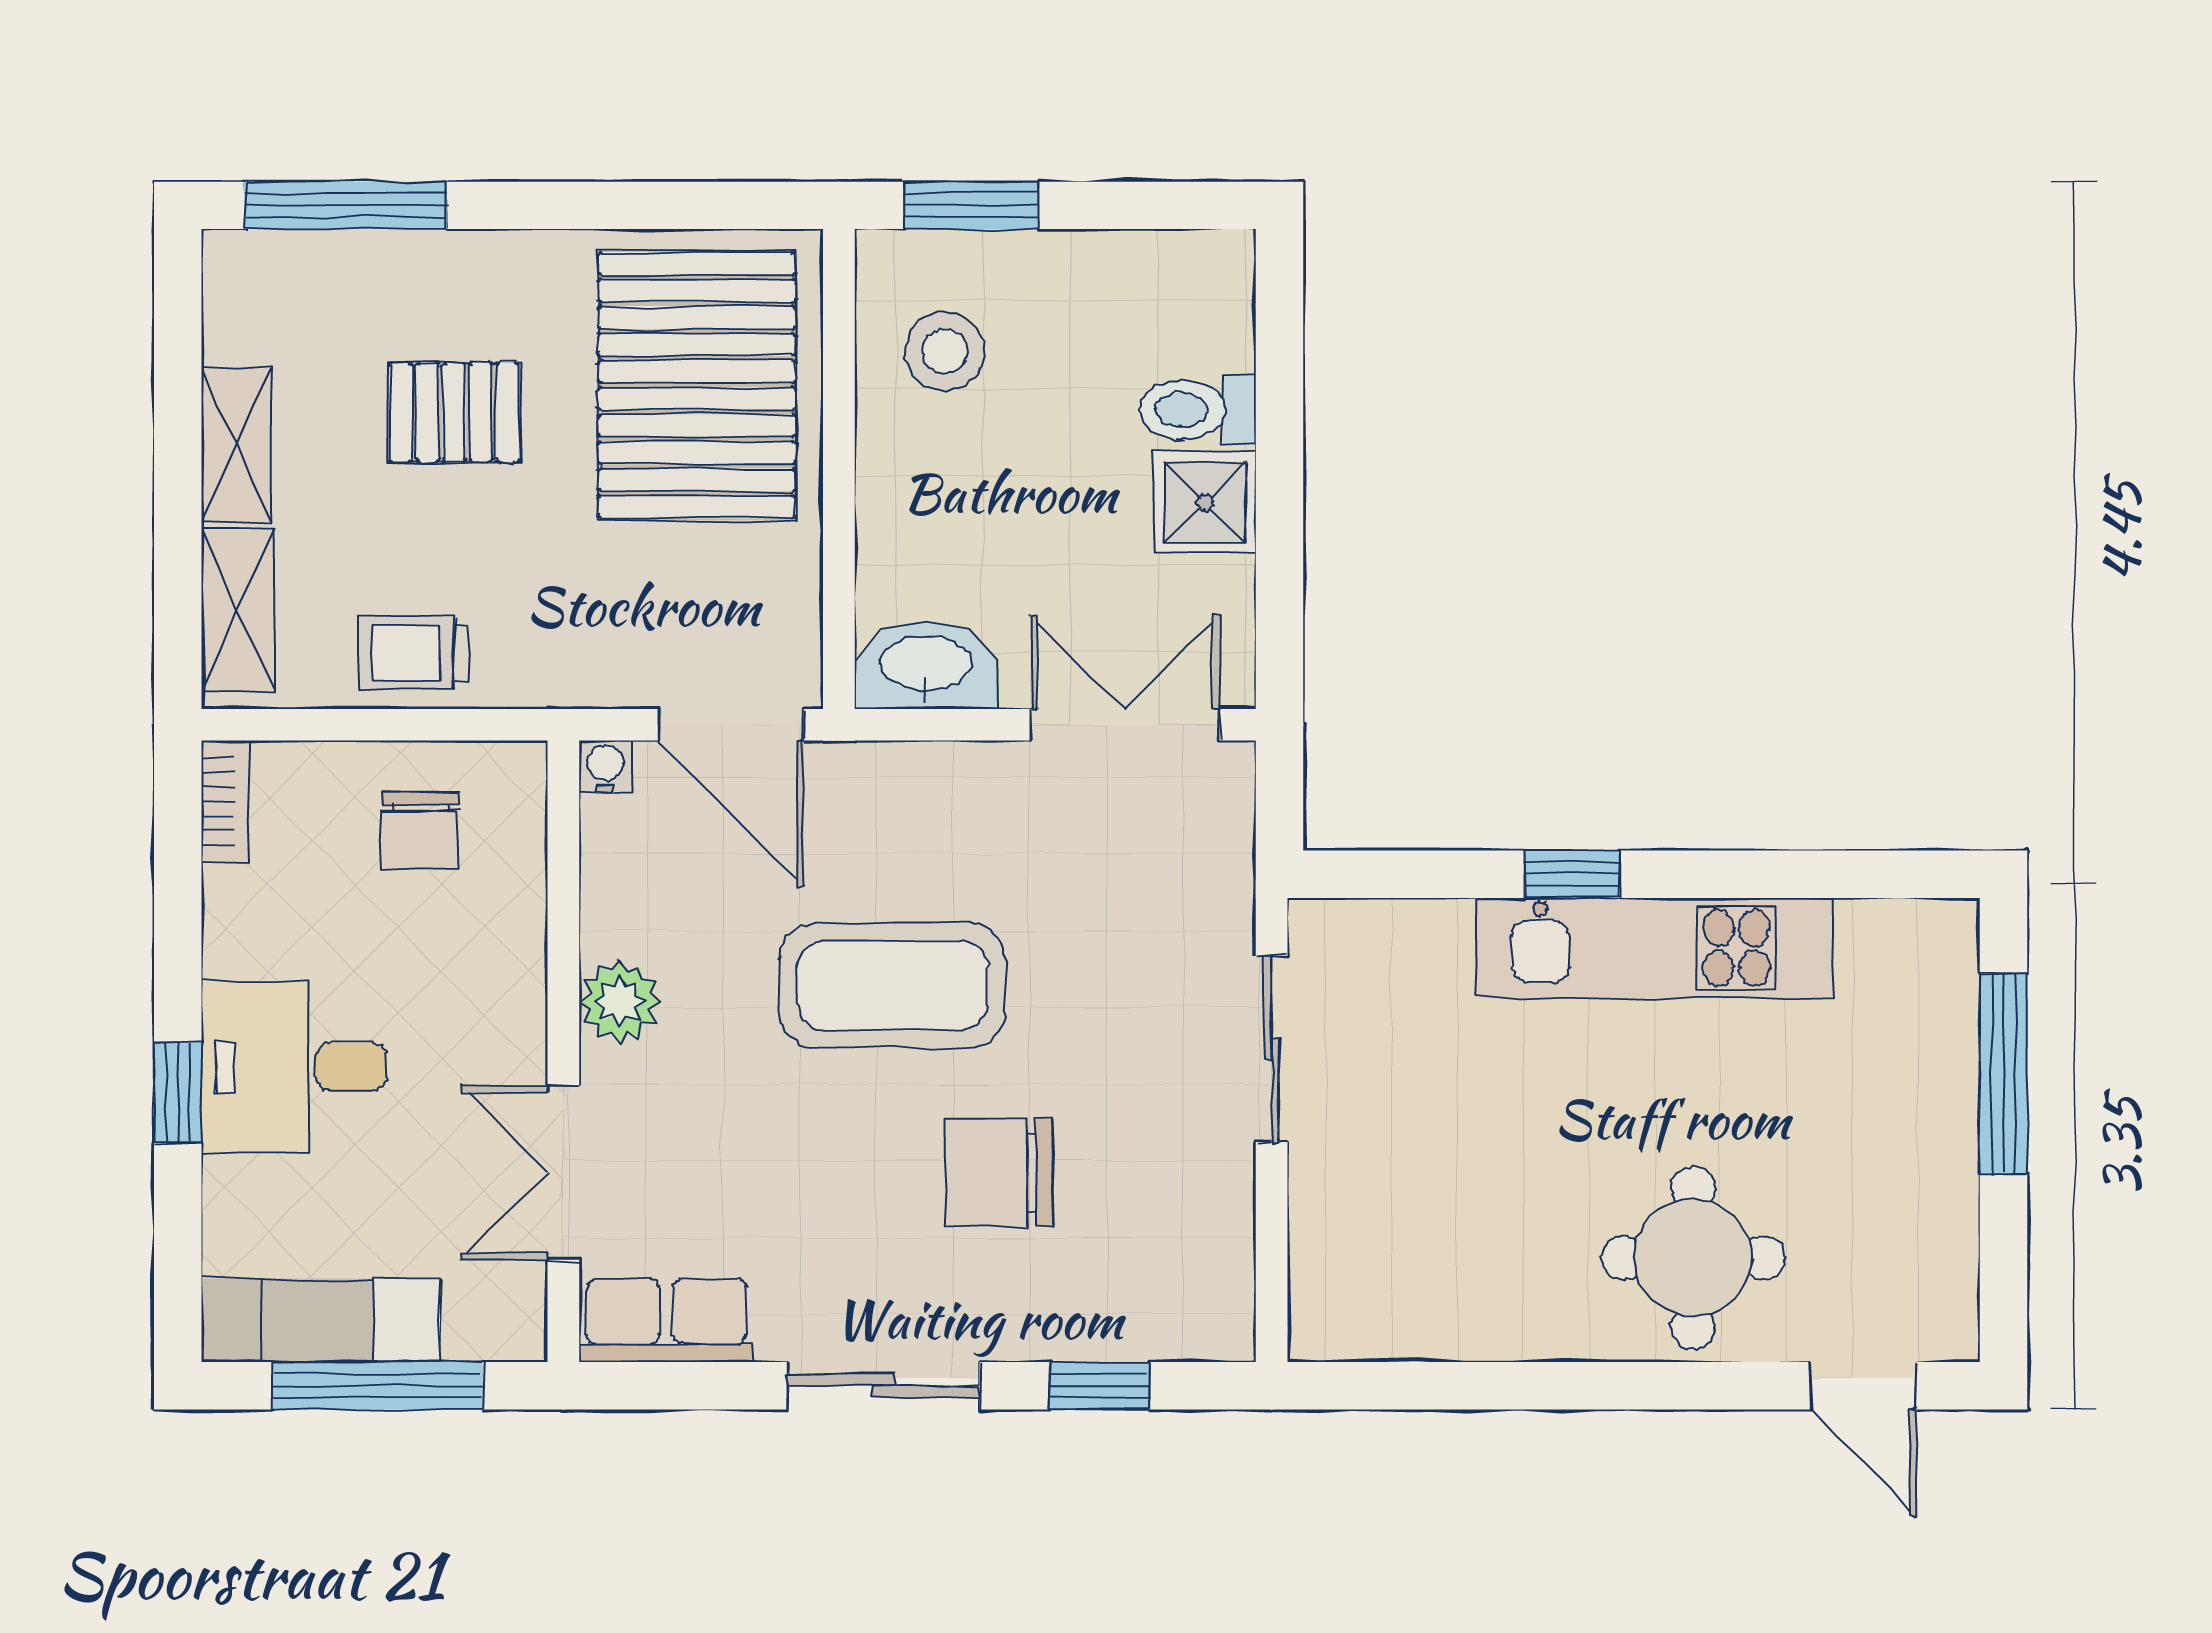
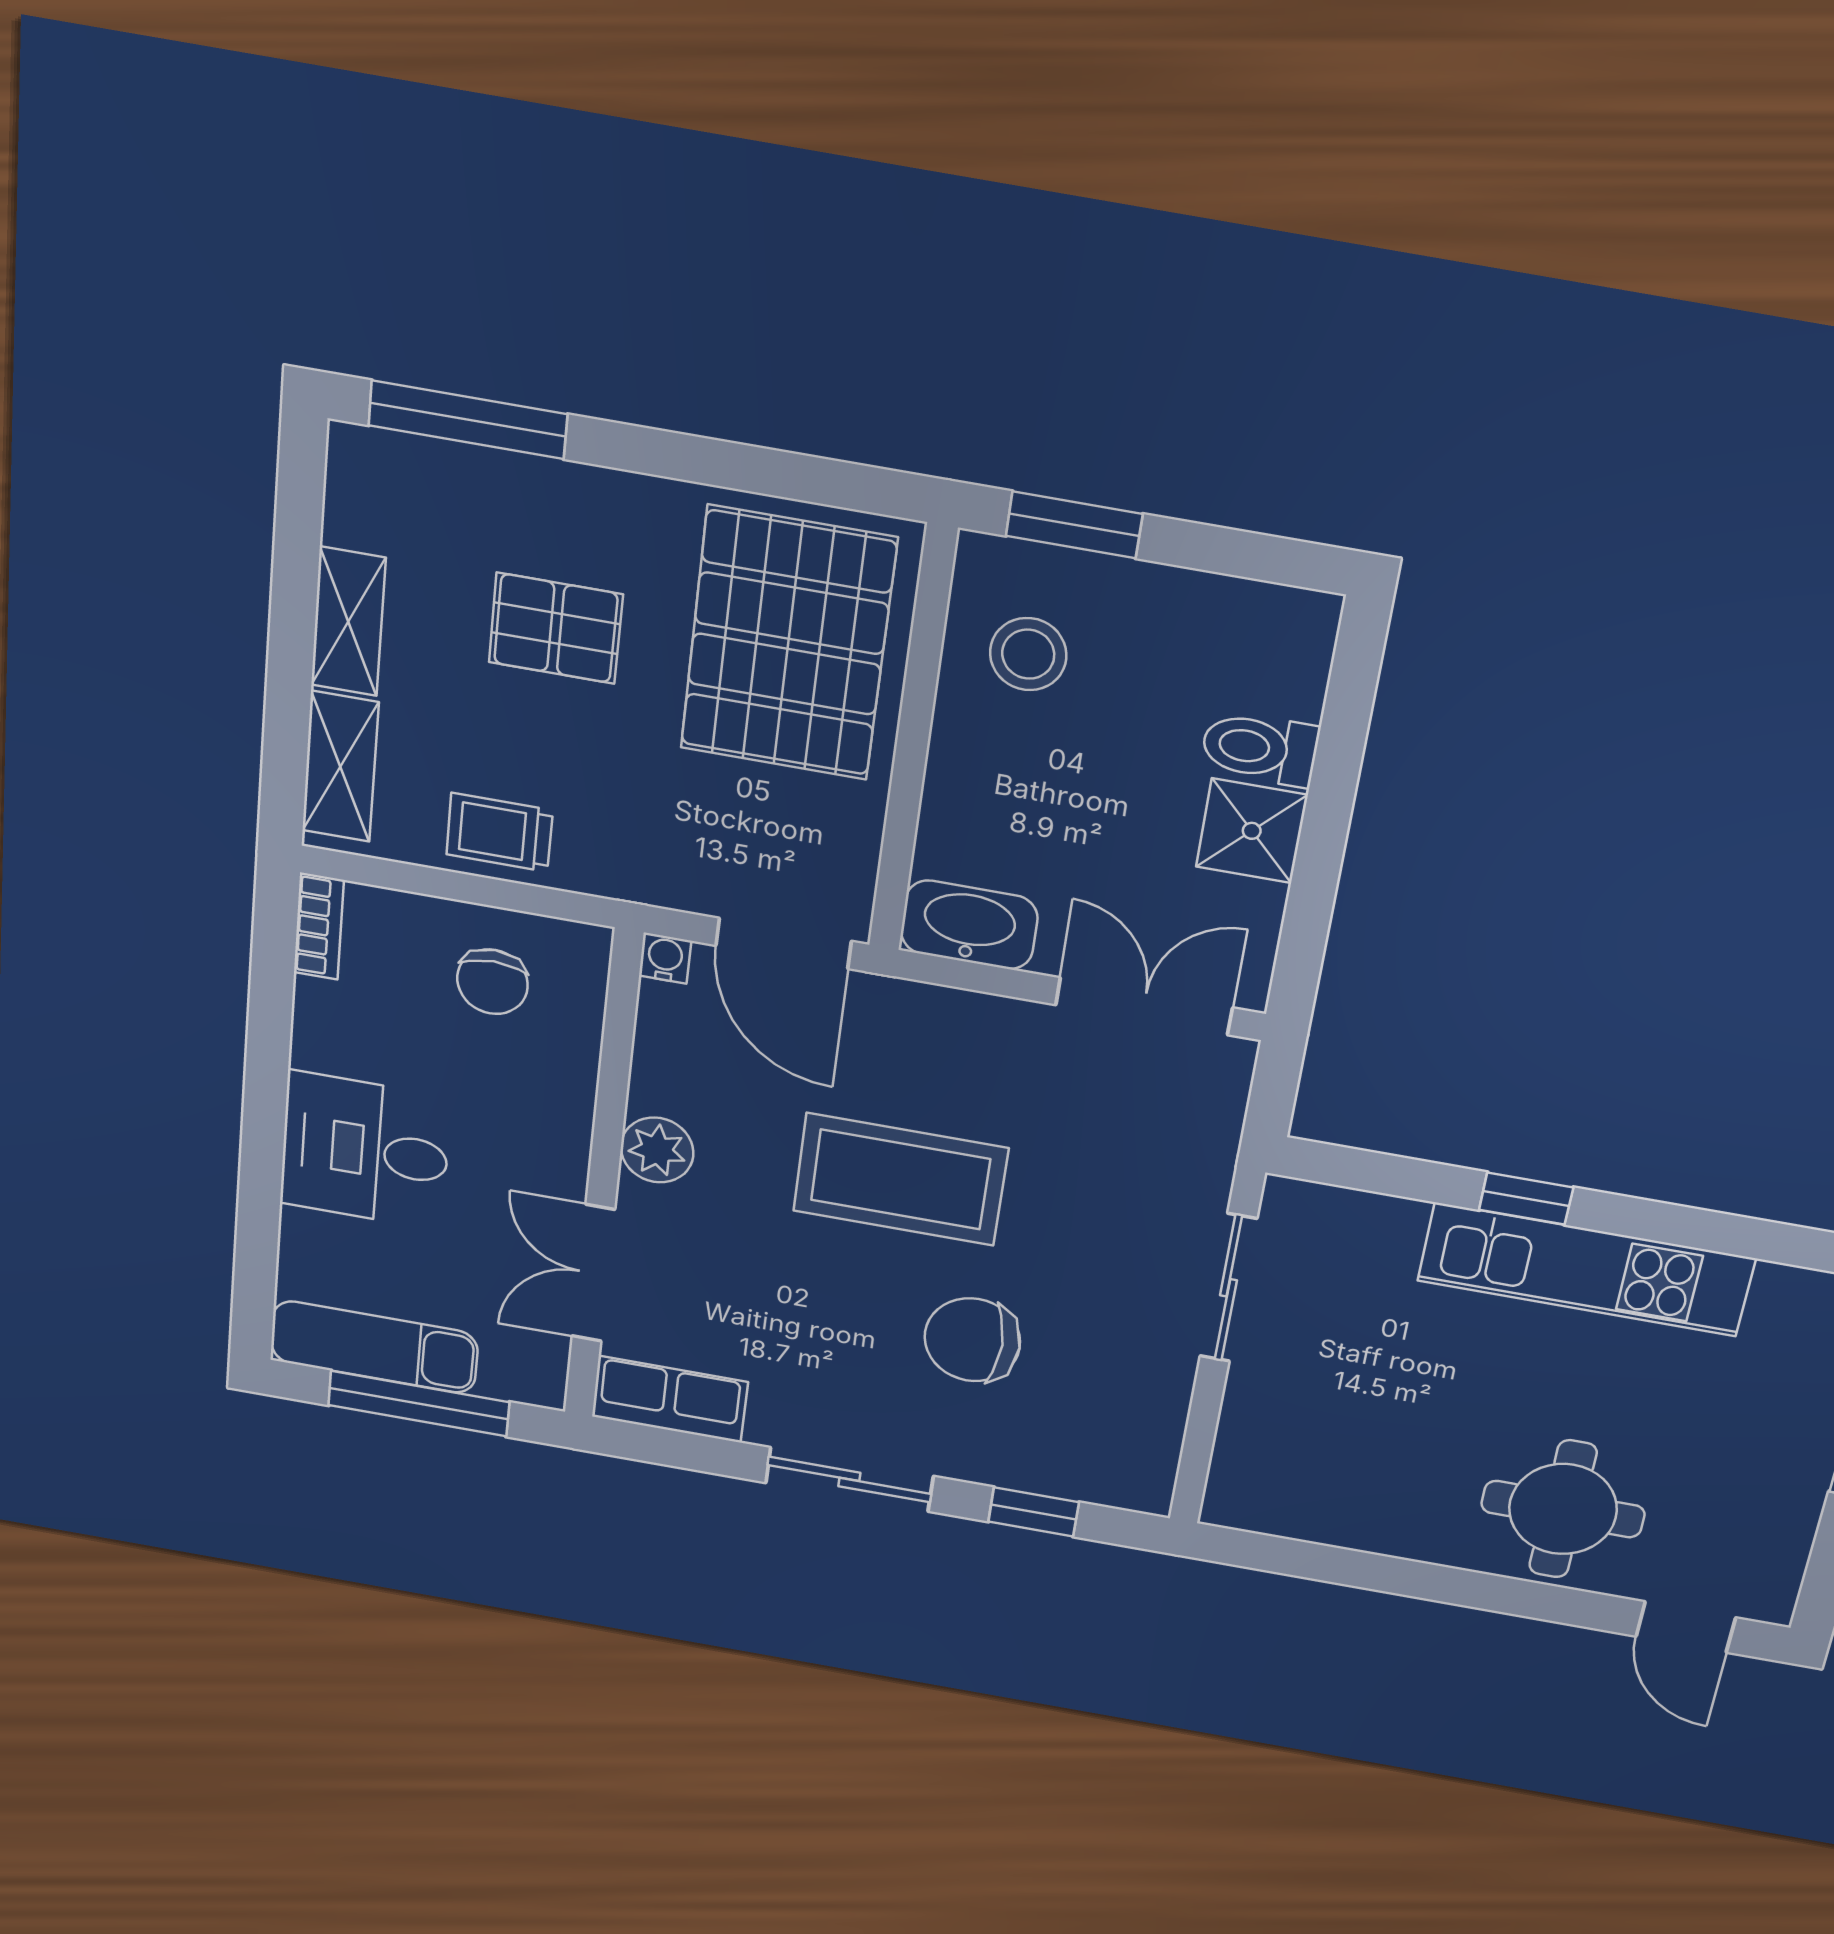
window: (178, 1092) -> (262, 1152), removed

